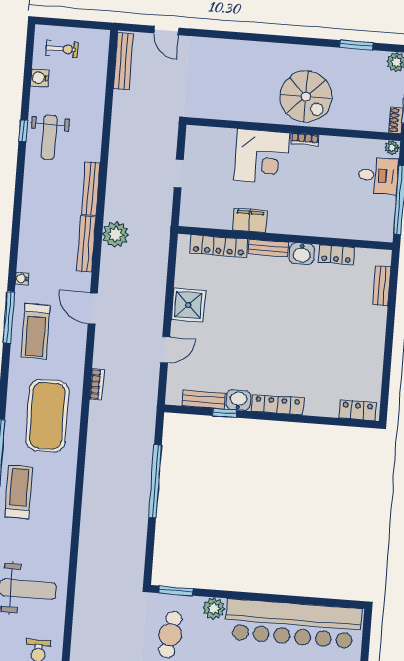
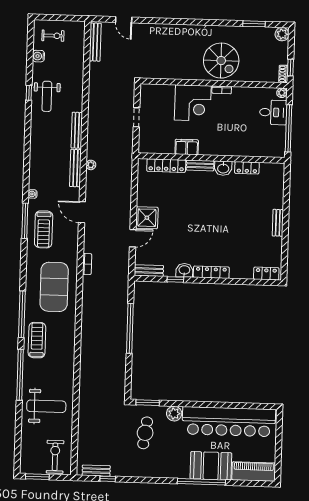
plant: (116, 234) -> (91, 165), width x0.53, depth x0.53
bench: (382, 286) -> (278, 223), moved
shower: (188, 305) -> (147, 218), moved
bench: (204, 399) -> (149, 271), moved

